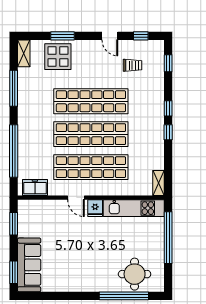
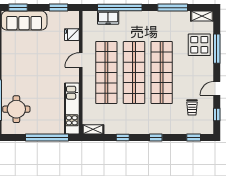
window: (62, 36) -> (217, 49), width x1.44
window: (168, 132) -> (123, 137), moved
freezer: (35, 188) -> (108, 18), moved, turned 90
fridge: (95, 208) -> (72, 35), moved

